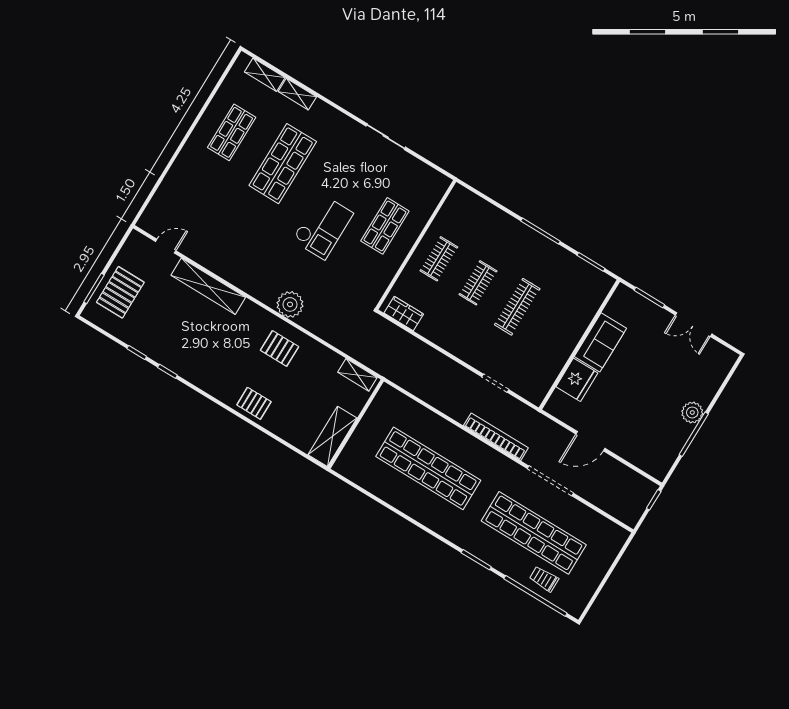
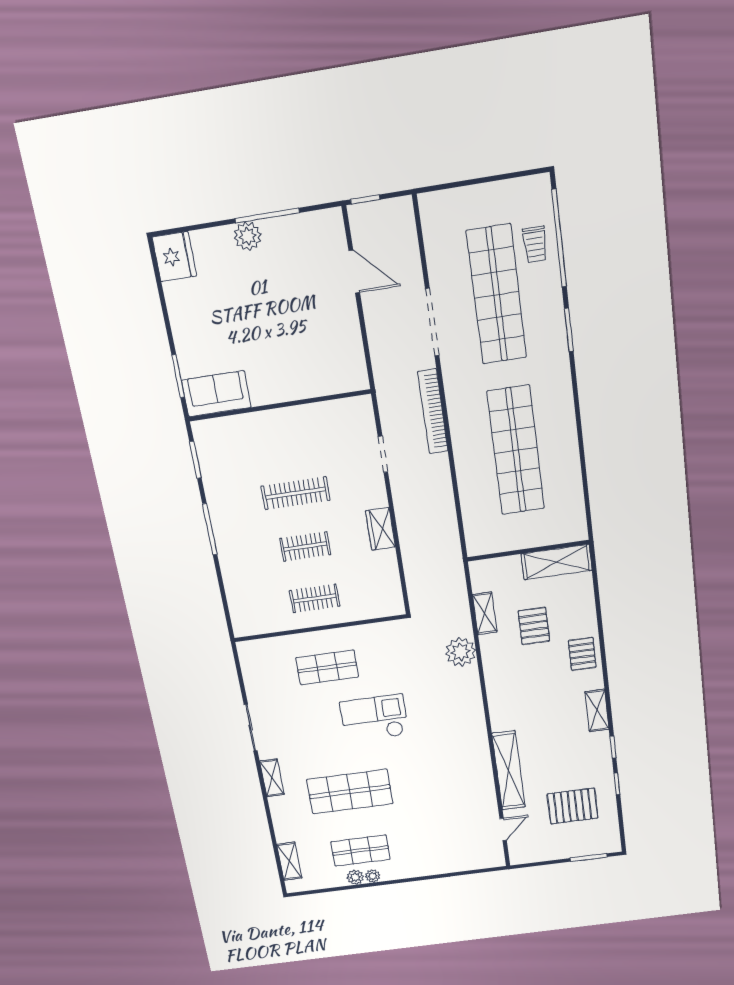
shelving: (297, 94) -> (272, 778), moved
plant: (214, 111) -> (355, 877), added
plant: (204, 124) -> (373, 876), added
door: (166, 246) -> (503, 829), swing flipped
pallet: (120, 292) -> (573, 806), moved
plant: (290, 304) -> (461, 652), moved
wardrobe: (404, 314) -> (380, 529), moved
double door: (694, 325) -> (165, 310), removed
sofa: (600, 342) -> (216, 394), moved
pallet: (280, 348) -> (534, 626), moved
shelving: (357, 375) -> (485, 613), moved
fridge: (577, 380) -> (174, 257), moved, turned 90
shelving: (204, 381) -> (597, 710), added
door: (590, 441) -> (354, 272), moved

